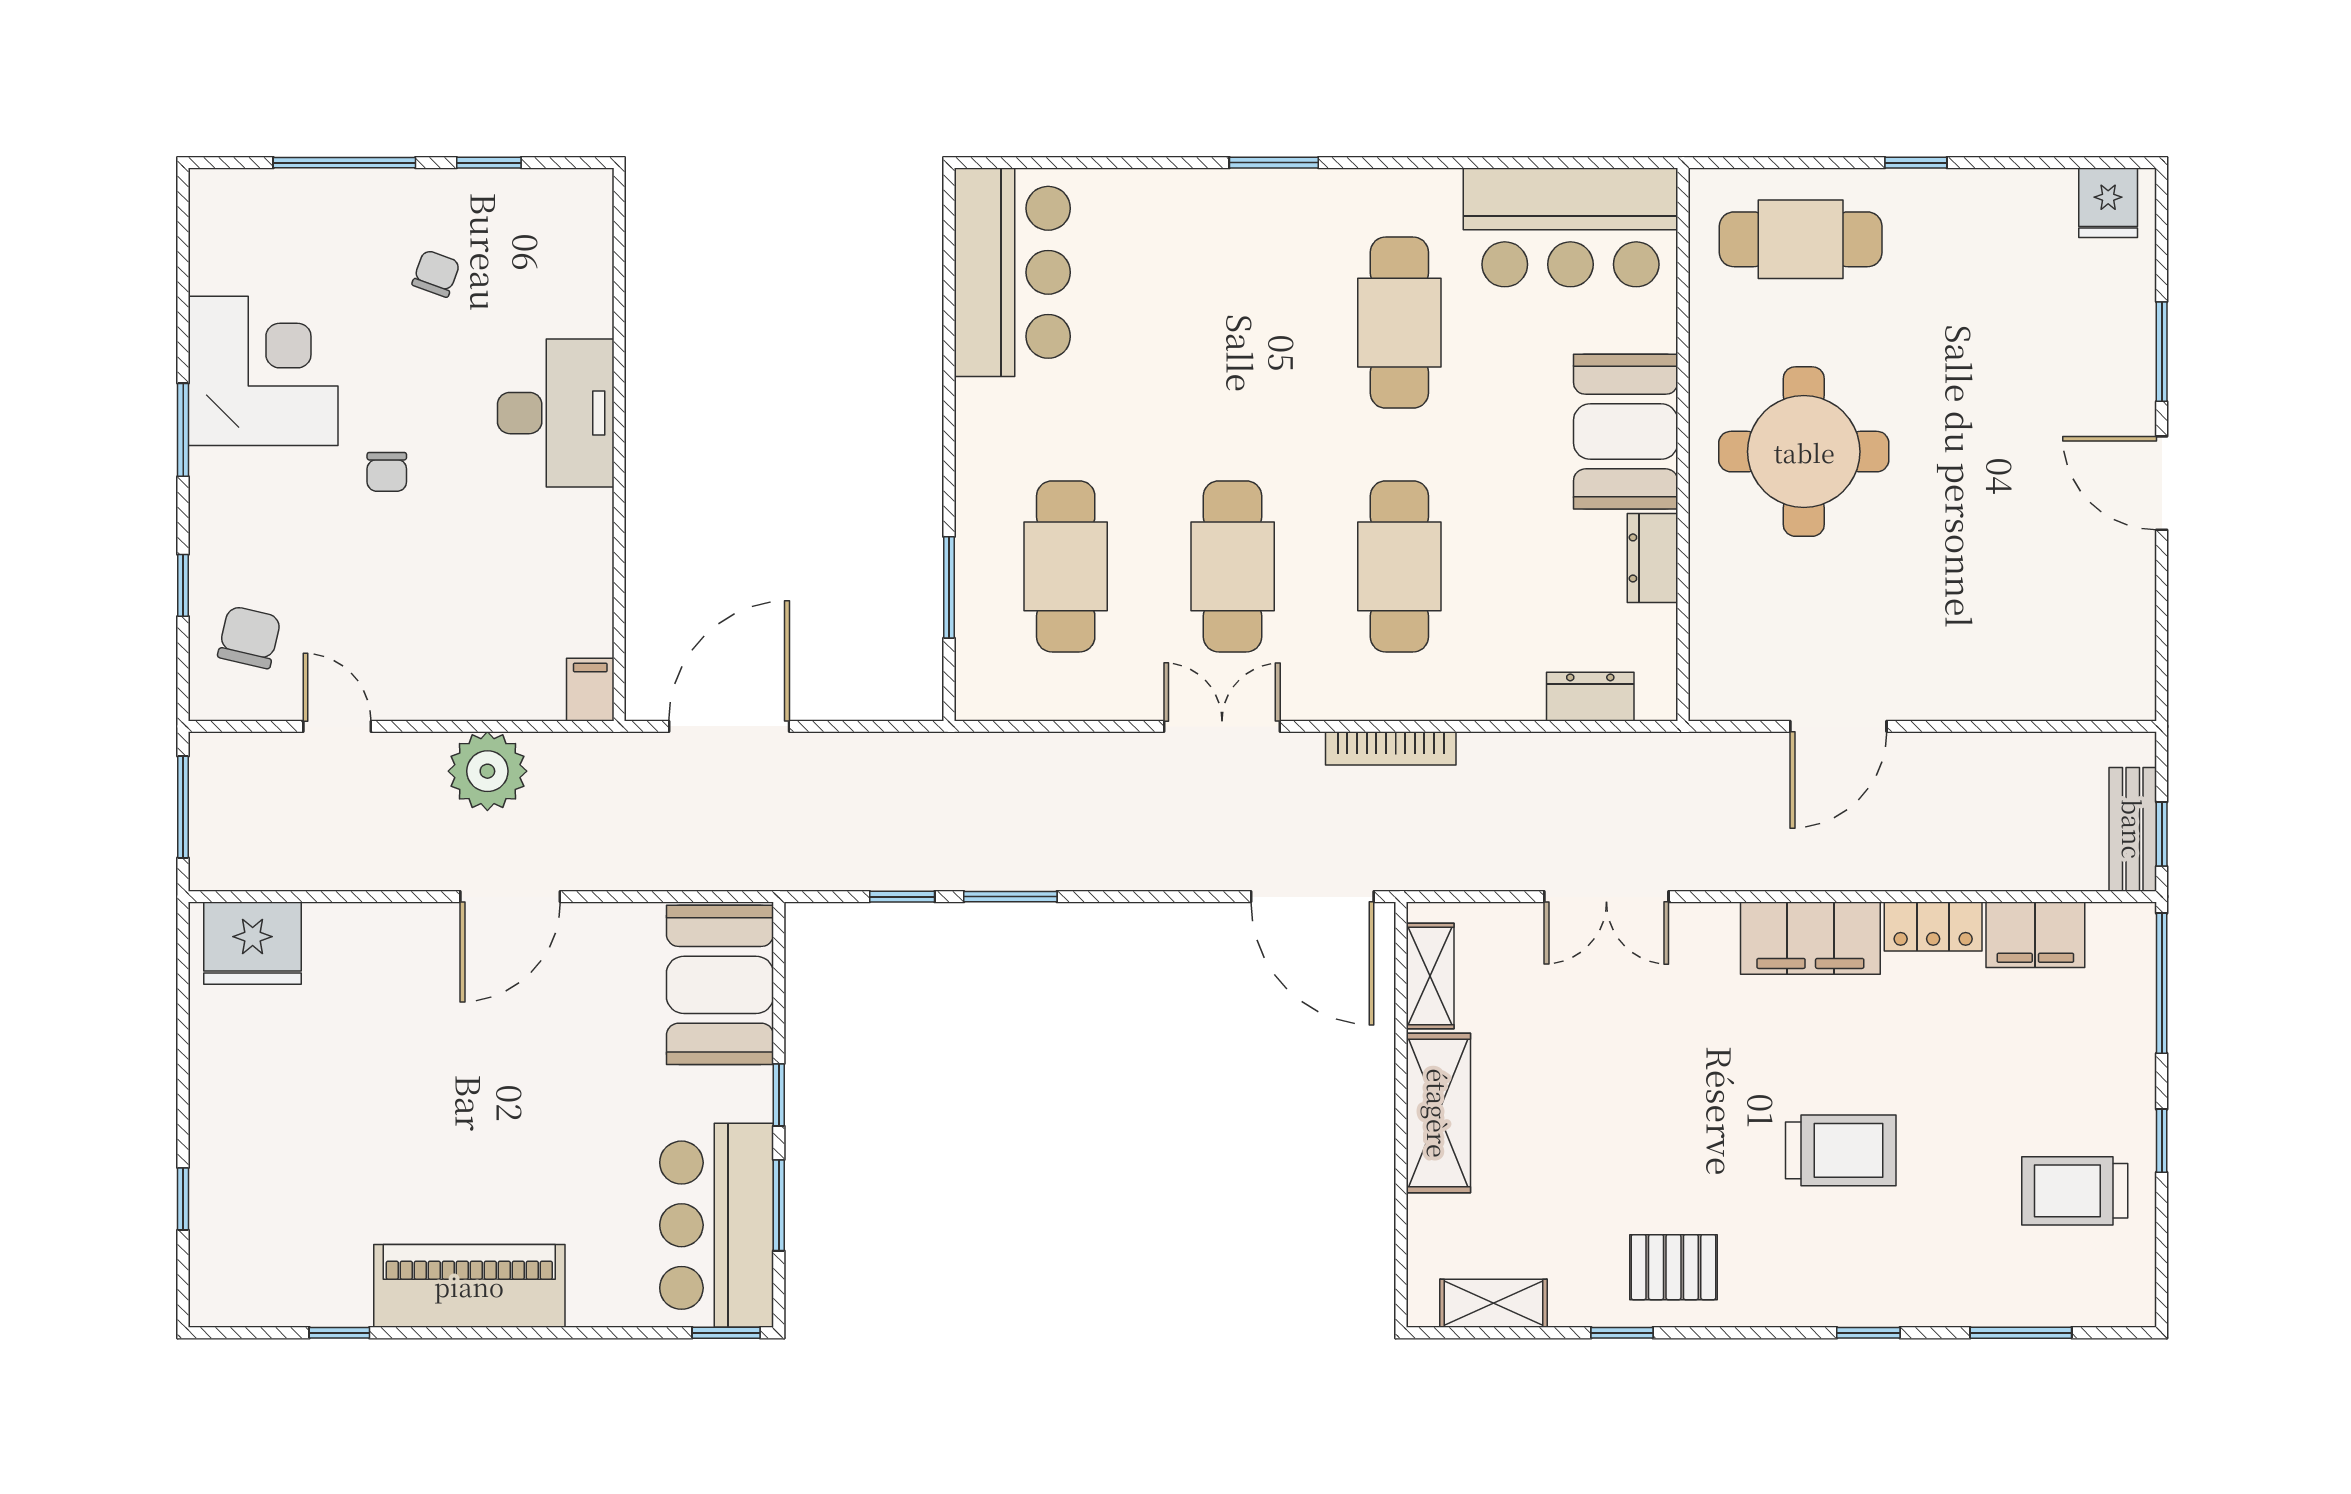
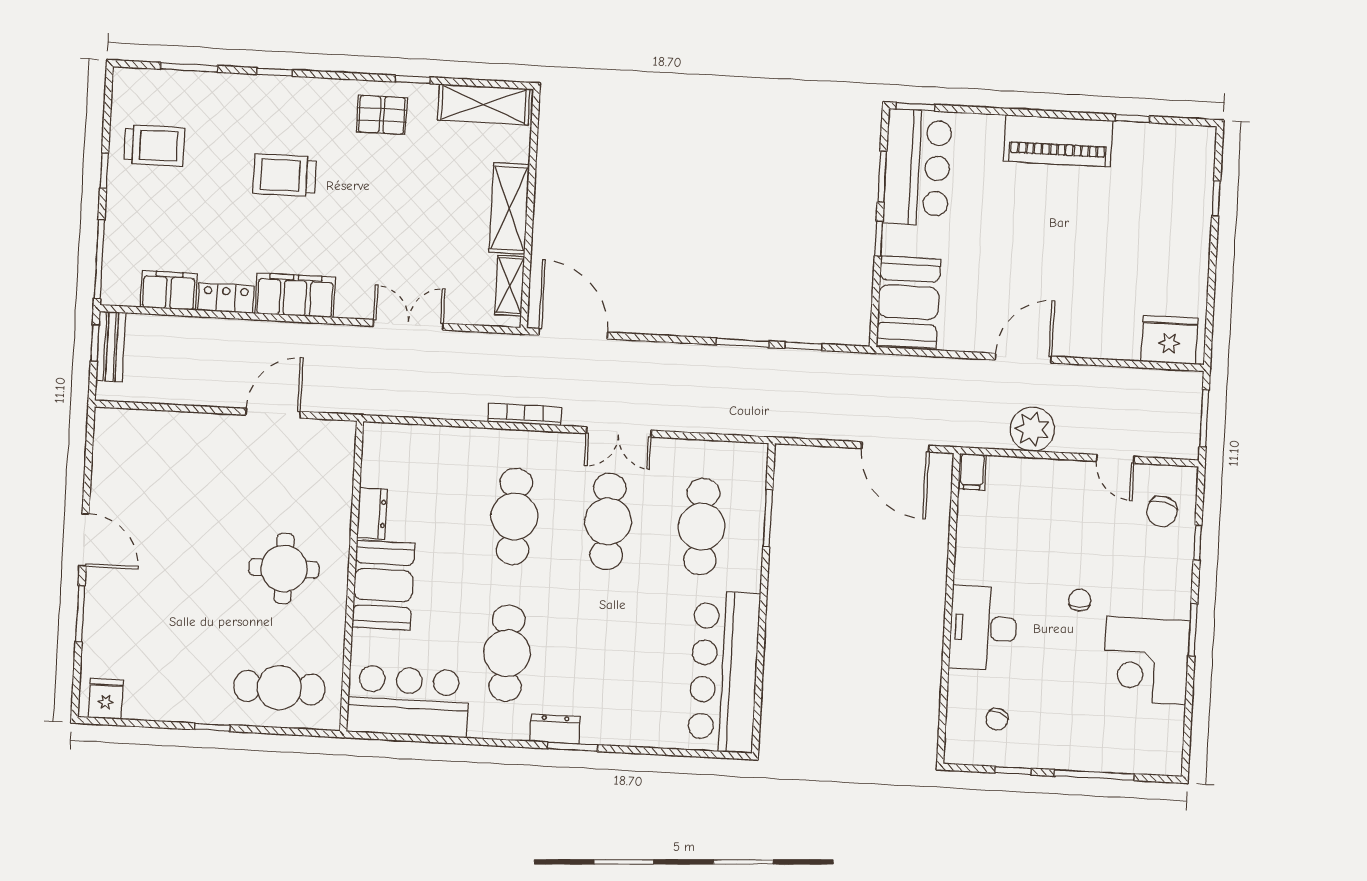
bar counter: (1012, 272) -> (724, 672), width x1.36
chair: (436, 273) -> (997, 719), moved
round table: (1804, 452) -> (284, 568), width x0.73, depth x0.73
dresser: (1590, 697) -> (555, 729), moved, turned 180
door: (729, 726) -> (895, 447), hinge flipped
shelving: (1494, 1303) -> (484, 104), width x1.50, depth x1.33

